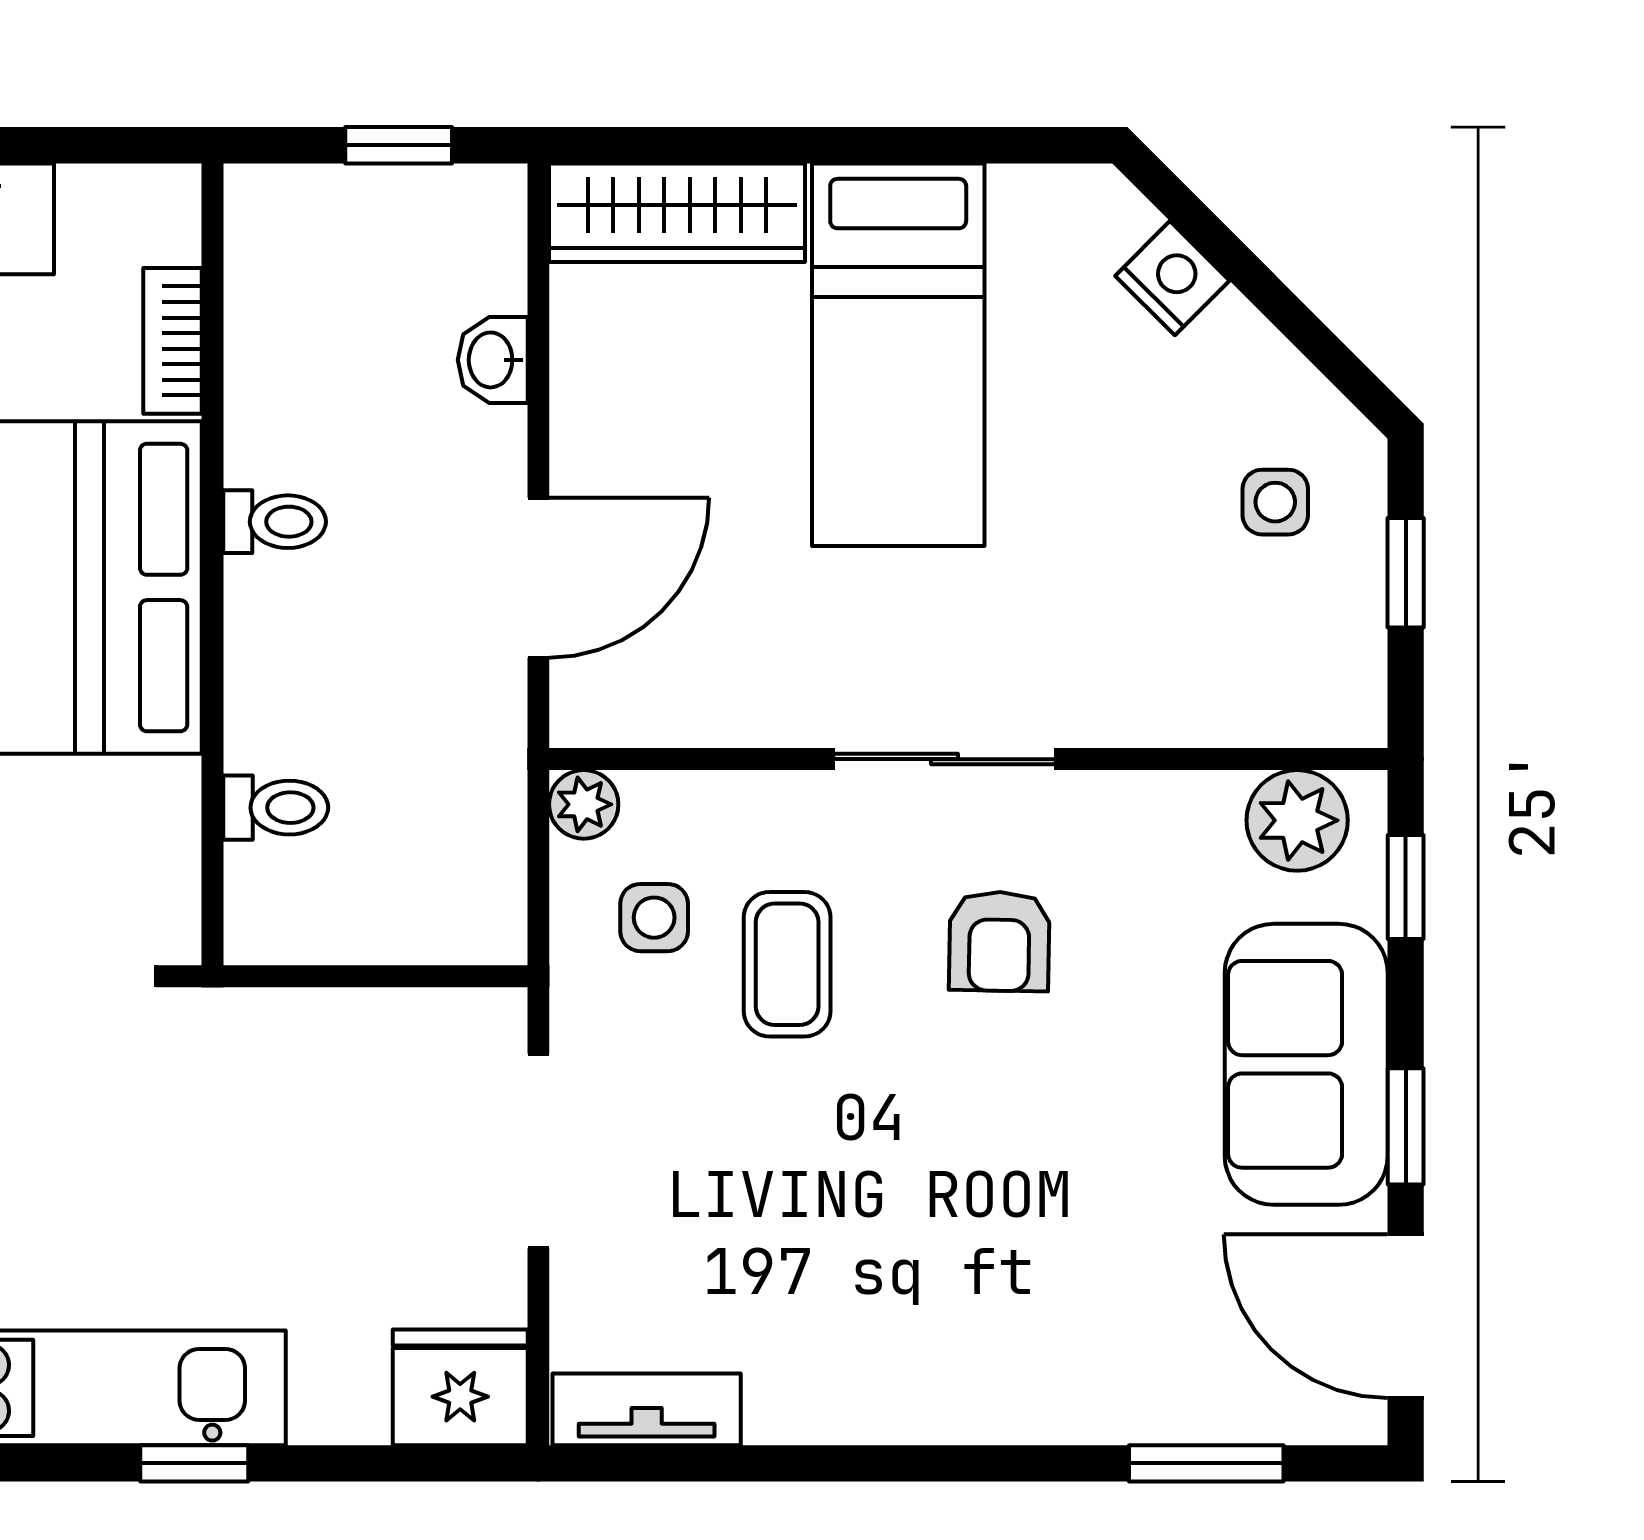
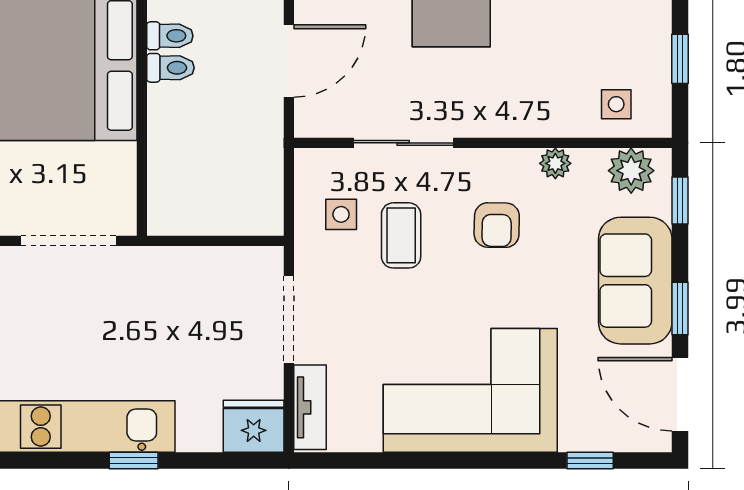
side table: (1275, 502) -> (616, 104), moved
sliding door: (945, 759) -> (403, 143), moved
plant: (584, 804) -> (555, 163), moved
toilet: (276, 808) -> (170, 68), moved
corner sofa: (940, 1308) -> (470, 390), added
tv unit: (647, 1409) -> (310, 407), moved, turned 90
window: (1206, 1463) -> (590, 461), width x0.67

